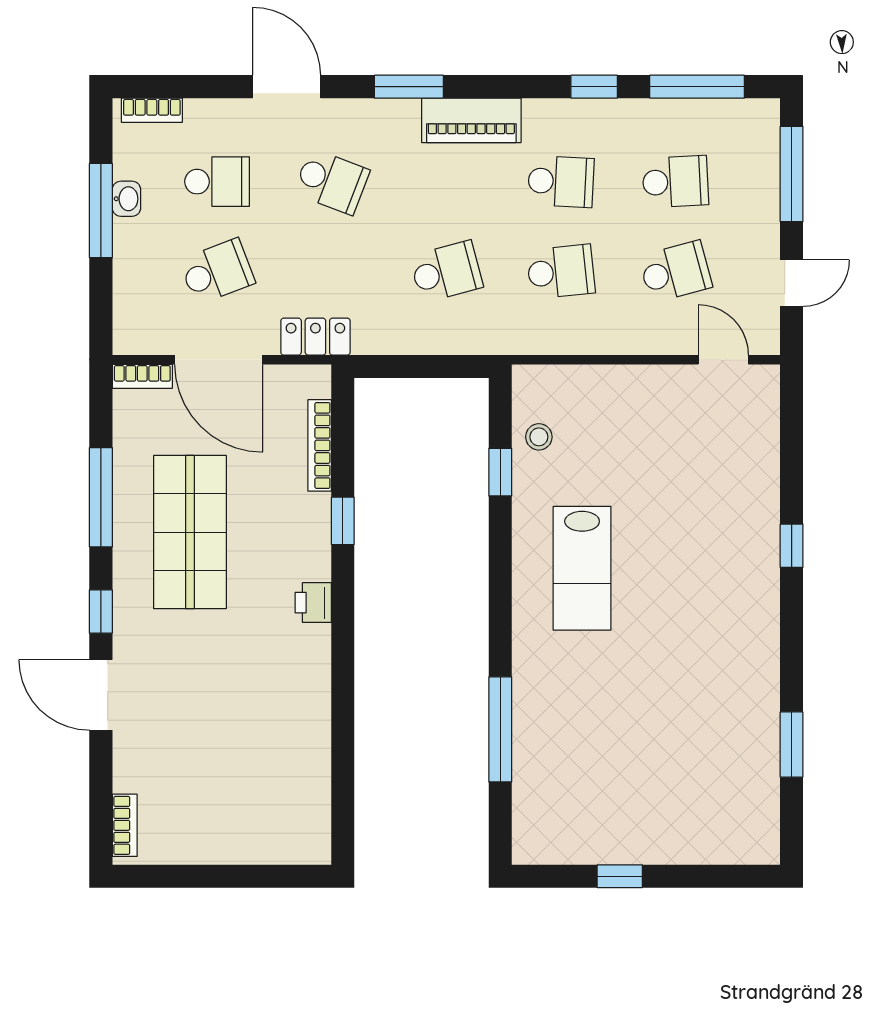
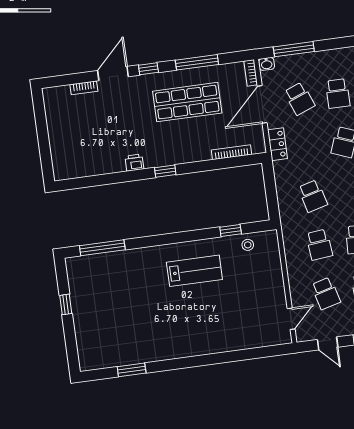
washbasin: (126, 199) -> (267, 64), moved
window: (101, 210) -> (294, 49), moved
window: (343, 521) -> (165, 171), moved
window: (792, 546) -> (216, 358), removed
lab bench: (582, 568) -> (194, 271), turned 180
printer: (313, 603) -> (134, 163), moved
window: (500, 729) -> (102, 248), moved
bookcase: (125, 825) -> (84, 88), moved

